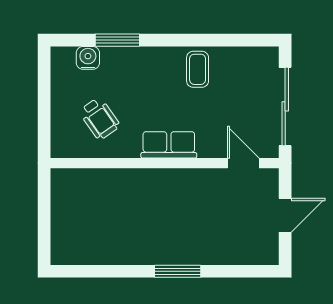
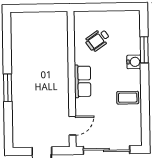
water cooler: (88, 58) -> (134, 62), moved

